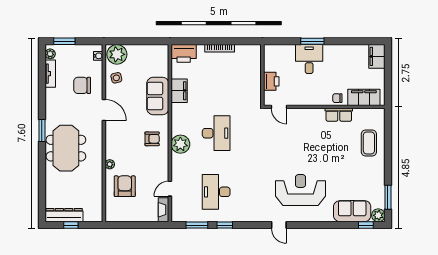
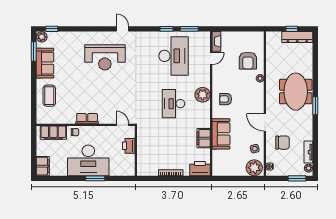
desk: (309, 59) -> (88, 160), width x1.87, depth x1.30
row of seats: (339, 115) -> (87, 119), moved
desk: (216, 192) -> (173, 56), width x1.36, depth x1.30
sofa: (352, 211) -> (45, 63), moved, turned -90

